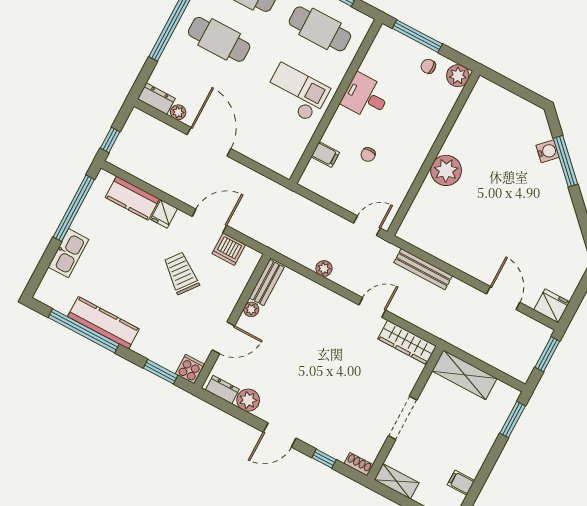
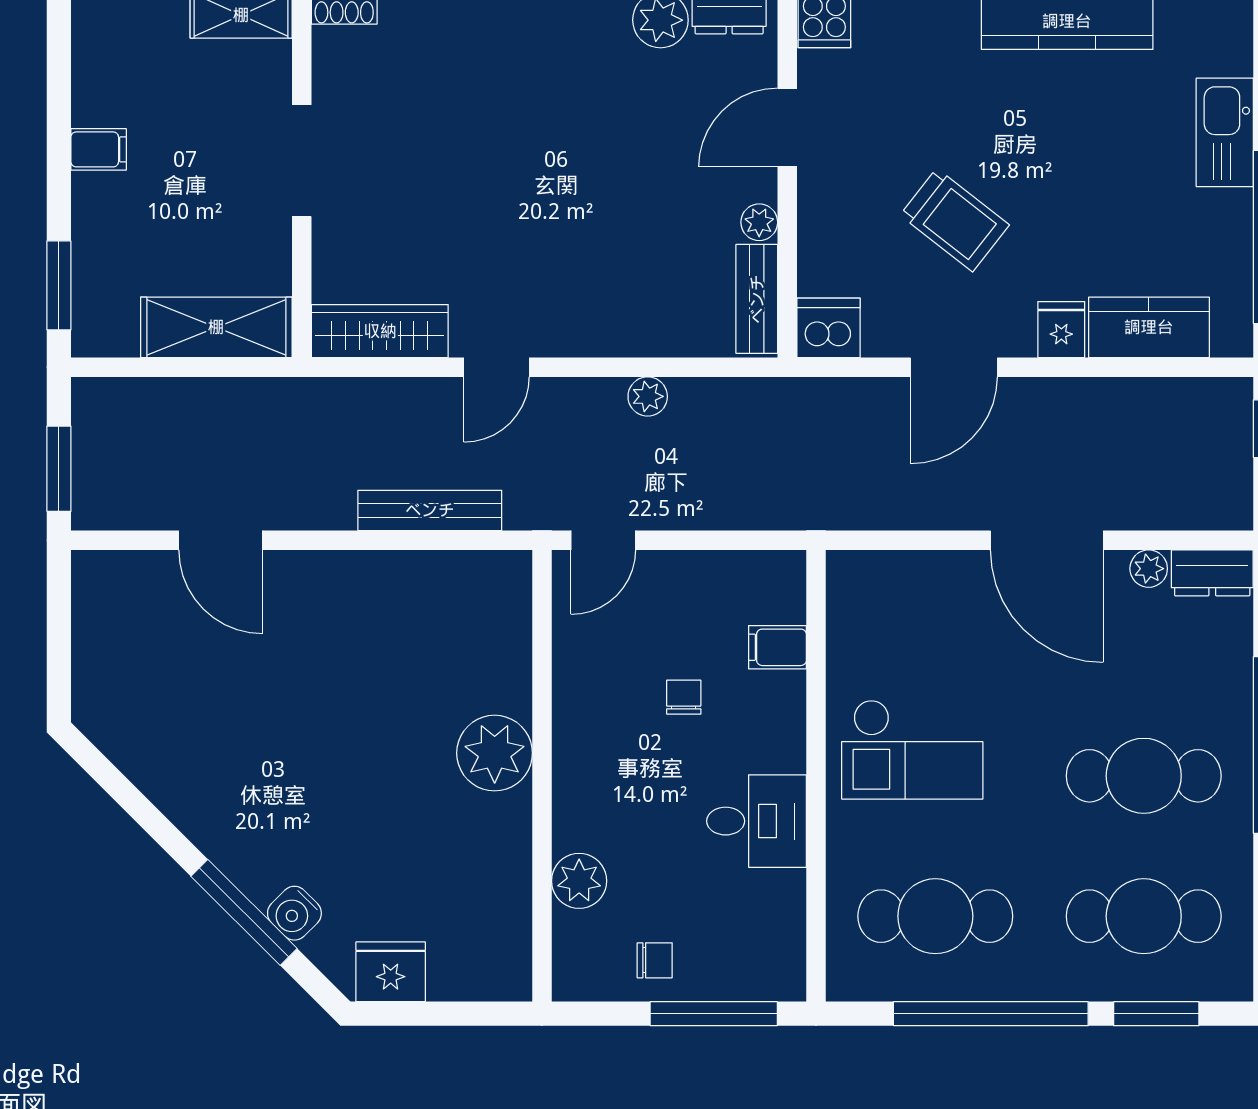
plant: (458, 76) -> (579, 881), moved
dishwasher: (229, 249) -> (828, 328), moved
fridge: (552, 306) -> (391, 972), moved, turned 180
filing cabinet: (461, 483) -> (99, 149), moved

